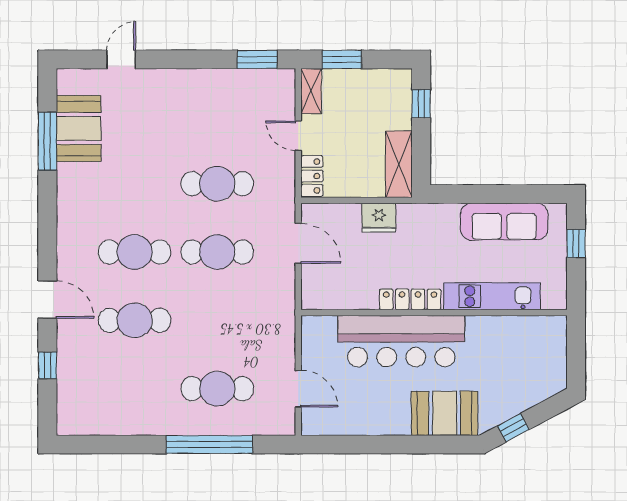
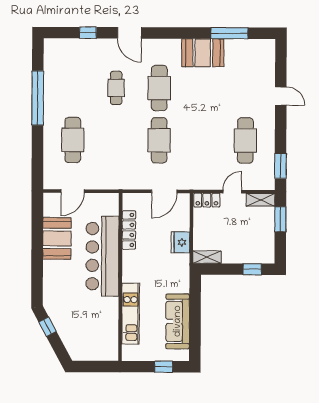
door: (121, 59) -> (281, 96), moved
booth: (79, 129) -> (203, 53), moved
shelving: (399, 164) -> (207, 257), width x0.67, depth x0.75
cafe table: (217, 184) -> (245, 141), moved
locker: (410, 299) -> (129, 230), moved
door: (47, 300) -> (129, 33), hinge flipped
cafe table: (135, 320) -> (116, 88), width x0.73, depth x0.74
booth: (445, 413) -> (57, 238), moved
window: (209, 445) -> (38, 98), moved

